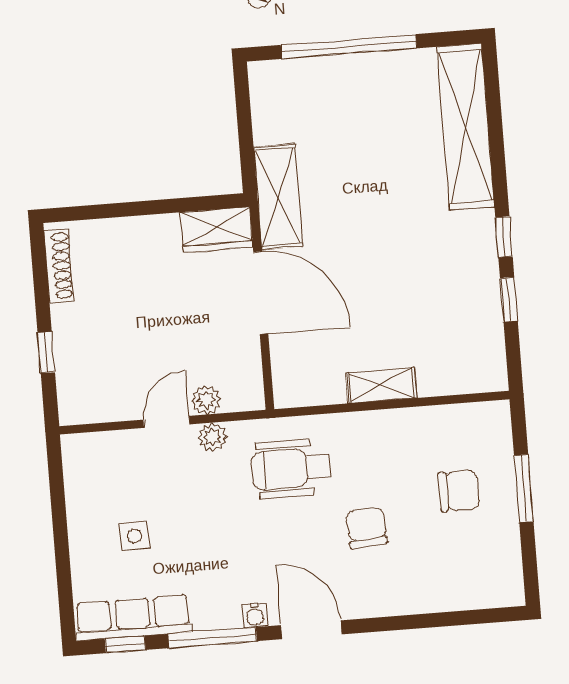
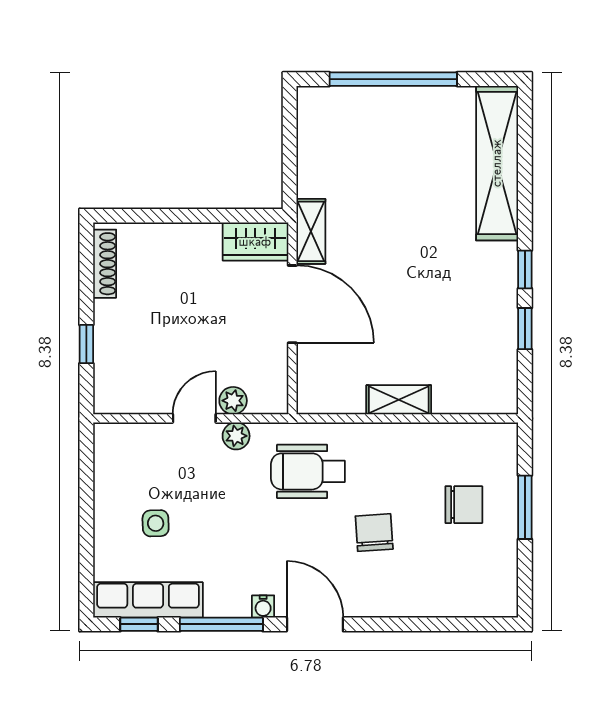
shelving: (278, 197) -> (311, 231), width x0.67, depth x0.75

